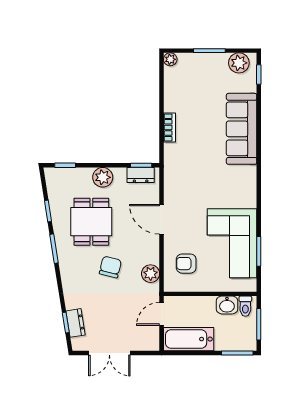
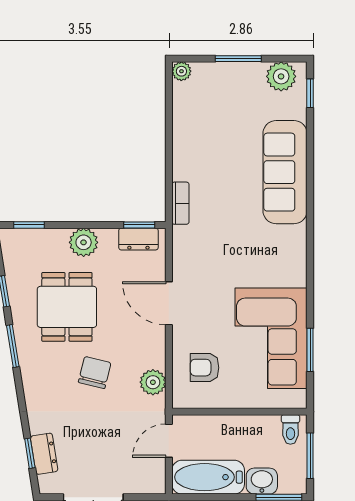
bookcase: (169, 127) -> (180, 203), moved
washbasin: (227, 305) -> (262, 481), moved, turned 180

